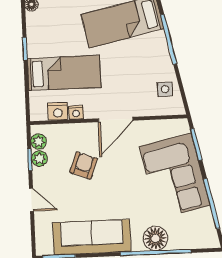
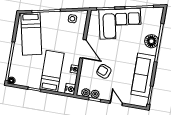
nightstand: (58, 111) -> (70, 89), moved
door: (32, 200) -> (116, 103), hinge flipped

